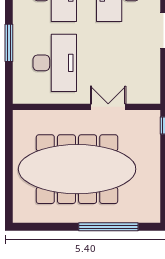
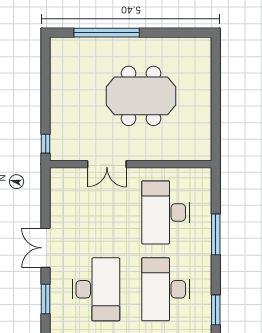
meeting table: (77, 169) -> (141, 96), width x0.54, depth x0.79

